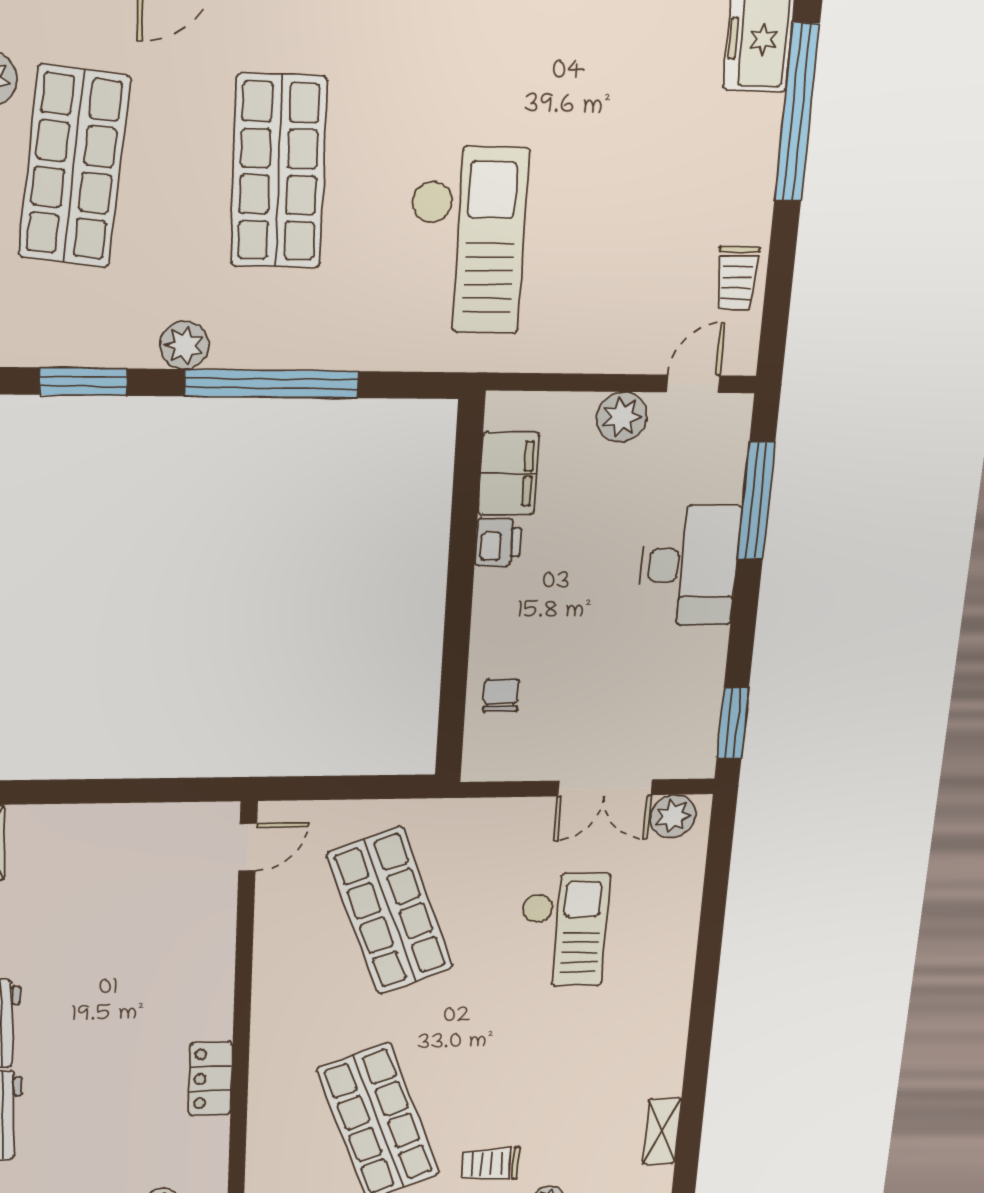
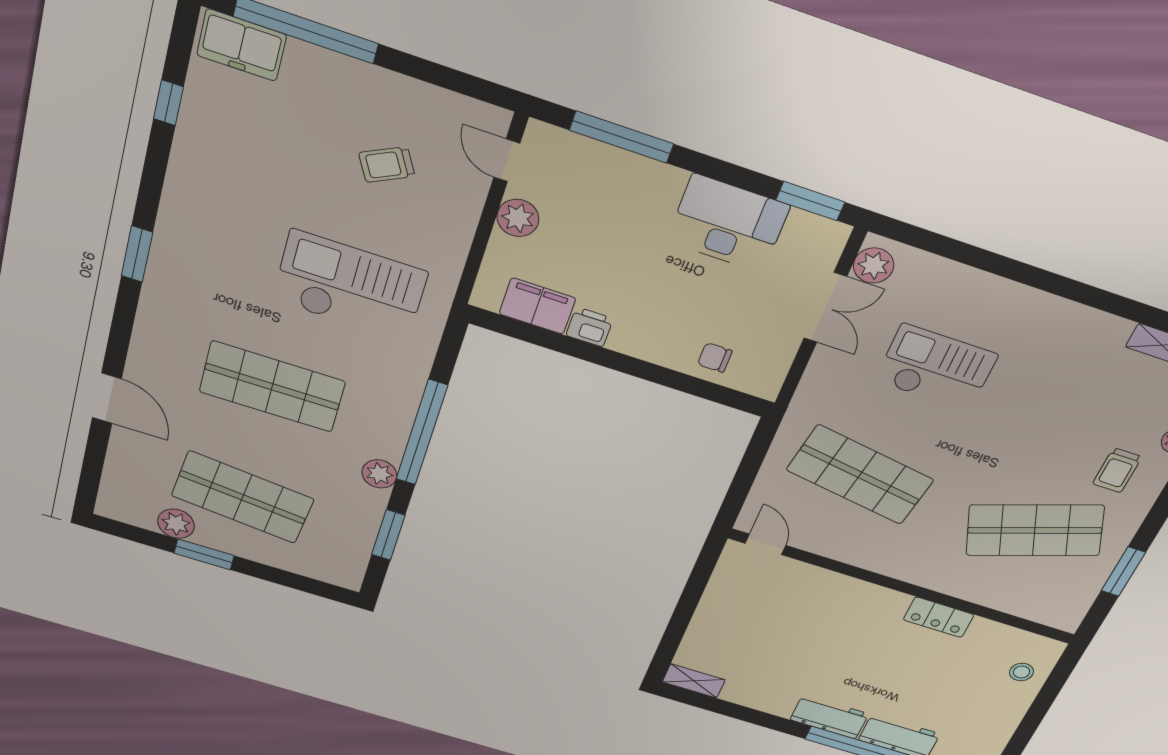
trolley: (737, 278) -> (387, 165), moved, turned 152
desk: (689, 565) -> (728, 223), moved
shop shelf: (390, 911) -> (860, 475), turned 30

